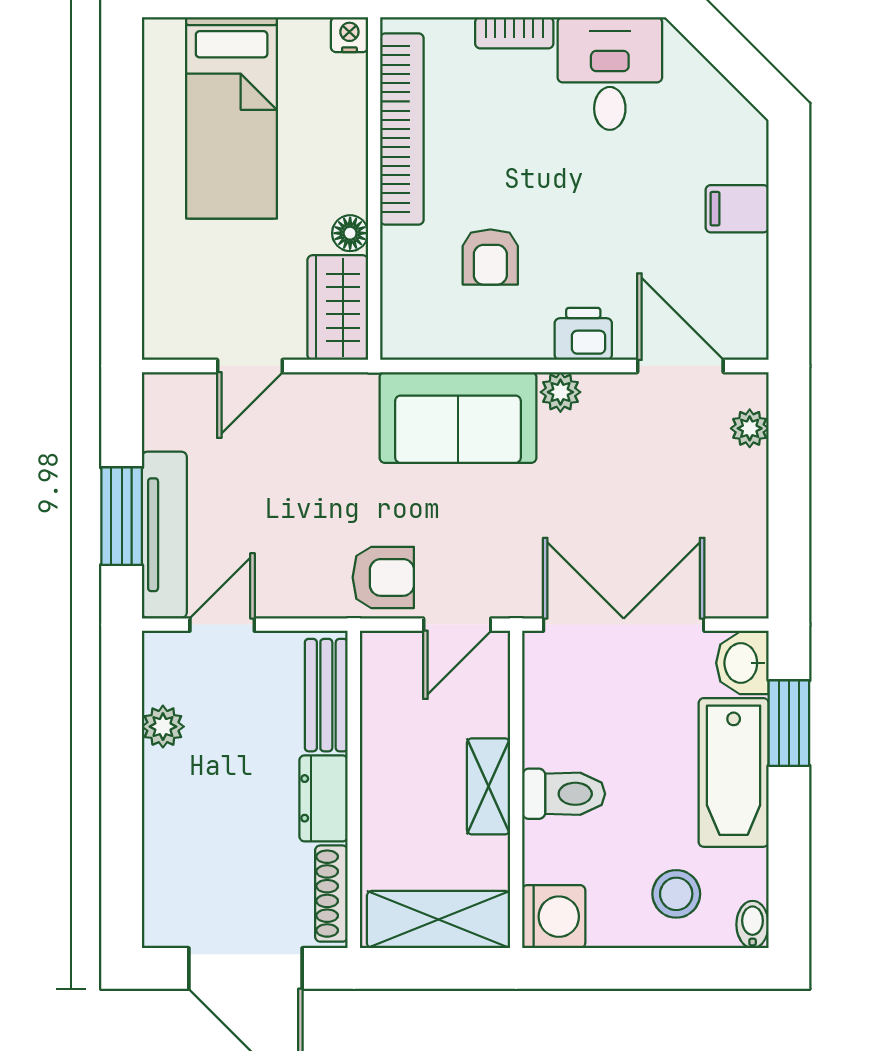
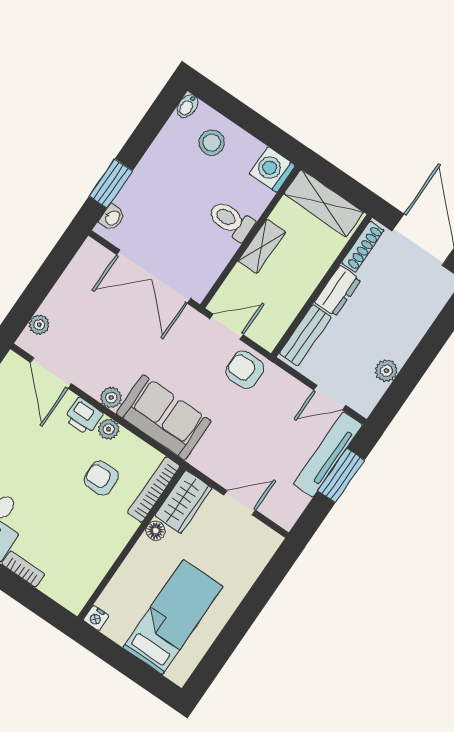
bookcase: (402, 129) -> (154, 489), moved, width x0.68, depth x0.76
armchair: (490, 257) -> (101, 478), turned -90
plant: (531, 340) -> (109, 429), added
washbasin: (742, 663) -> (112, 218), width x0.72, depth x0.69
bathtub: (734, 772) -> (150, 179), removed

